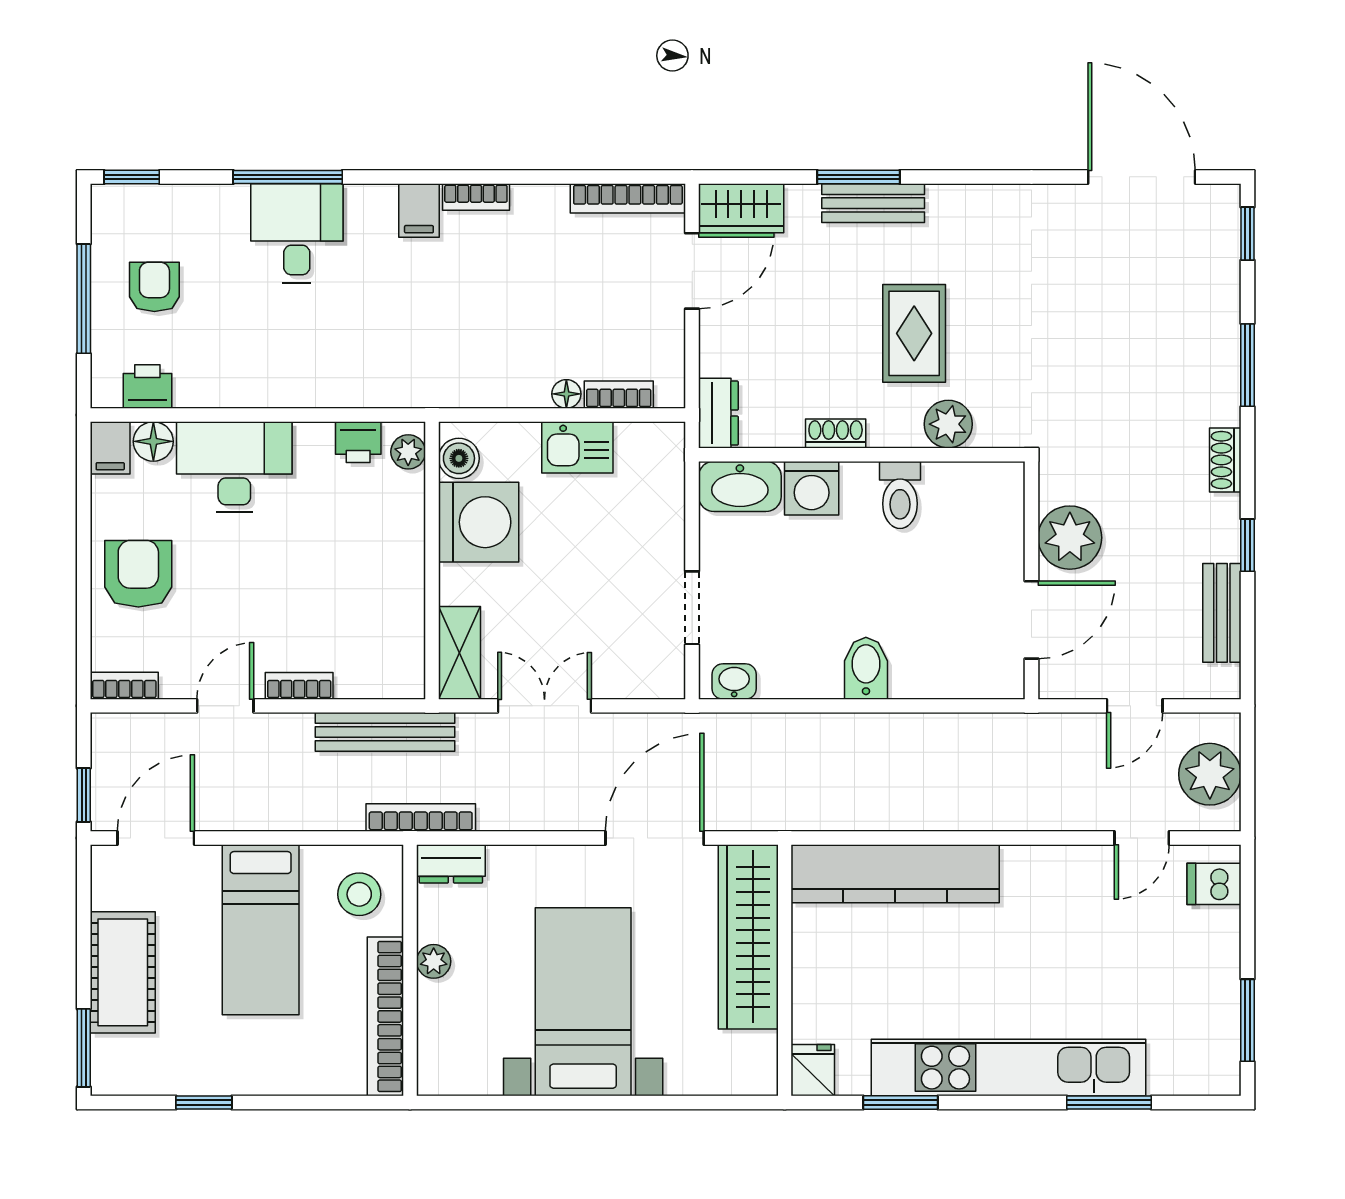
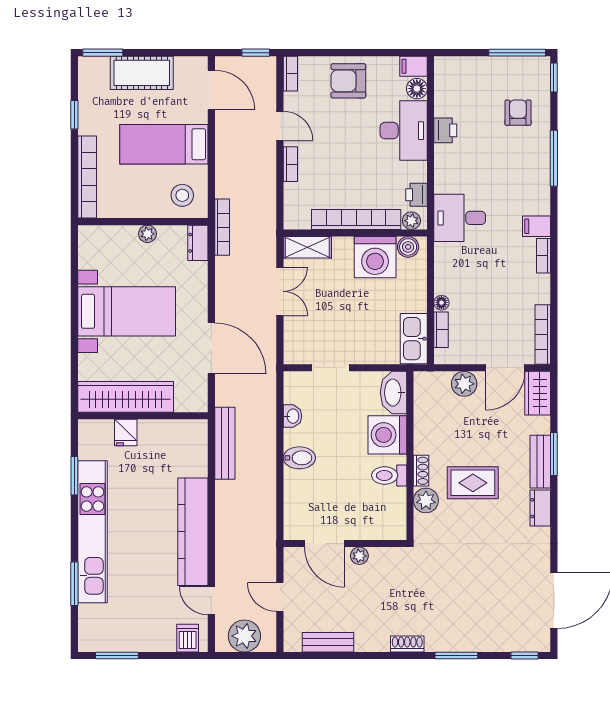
desk: (297, 233) -> (460, 218), moved, turned 180
door: (692, 271) -> (505, 368), hinge flipped
armchair: (154, 287) -> (518, 113), moved, turned -90
window: (84, 299) -> (517, 53), moved
plant: (723, 350) -> (464, 384), added
printer: (147, 386) -> (445, 130), moved
dresser: (718, 413) -> (540, 508), moved, turned 90
shoe rack: (836, 433) -> (421, 471), moved
kitchen sink: (577, 447) -> (414, 339), moved, width x1.38
washing machine: (812, 488) -> (387, 435), width x1.37, depth x1.37
plant: (1070, 538) -> (359, 556), width x0.53, depth x0.53
window: (1247, 545) -> (363, 655), removed
bookcase: (406, 559) -> (356, 219), added
armchair: (138, 574) -> (348, 81), turned 180
washbasin: (734, 681) -> (292, 416), moved
bench: (385, 732) -> (225, 443), moved
window: (84, 795) -> (256, 53), moved
kitchen counter: (895, 874) -> (193, 532), moved
wardrobe: (748, 937) -> (126, 397), moved
bookcase: (385, 1016) -> (87, 177), moved, turned 90
fridge: (813, 1070) -> (126, 432), moved, turned 90

